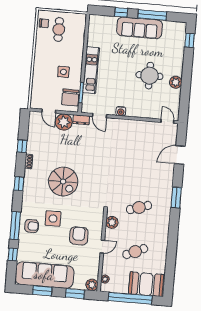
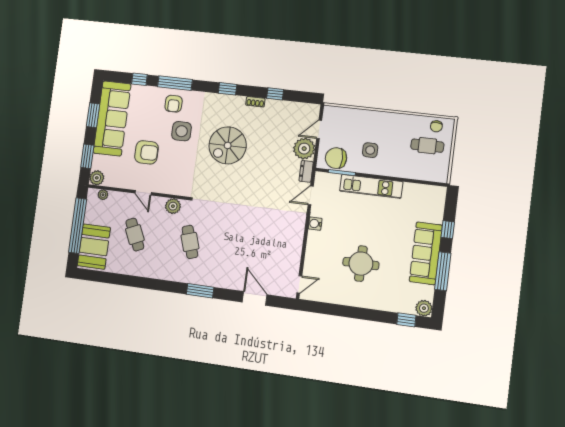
plant: (176, 82) -> (424, 308), moved
armchair: (79, 236) -> (147, 152), moved

